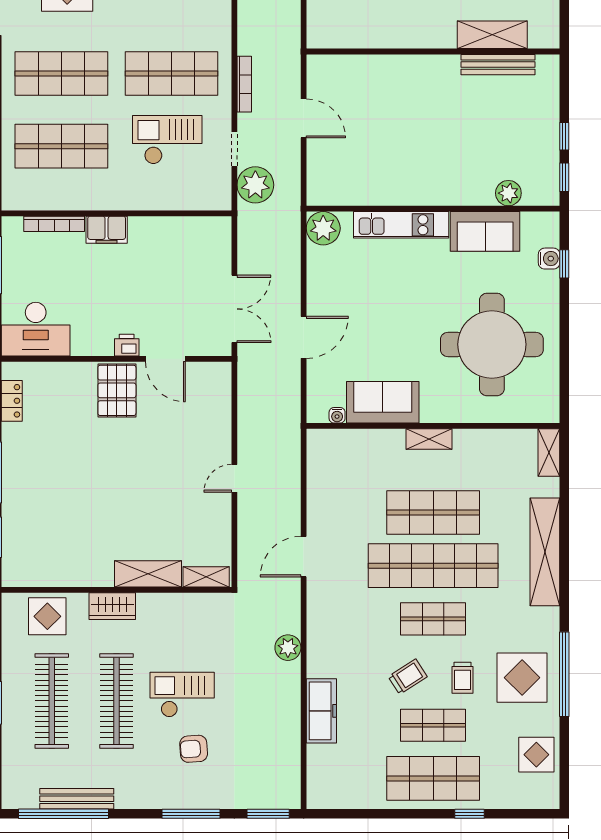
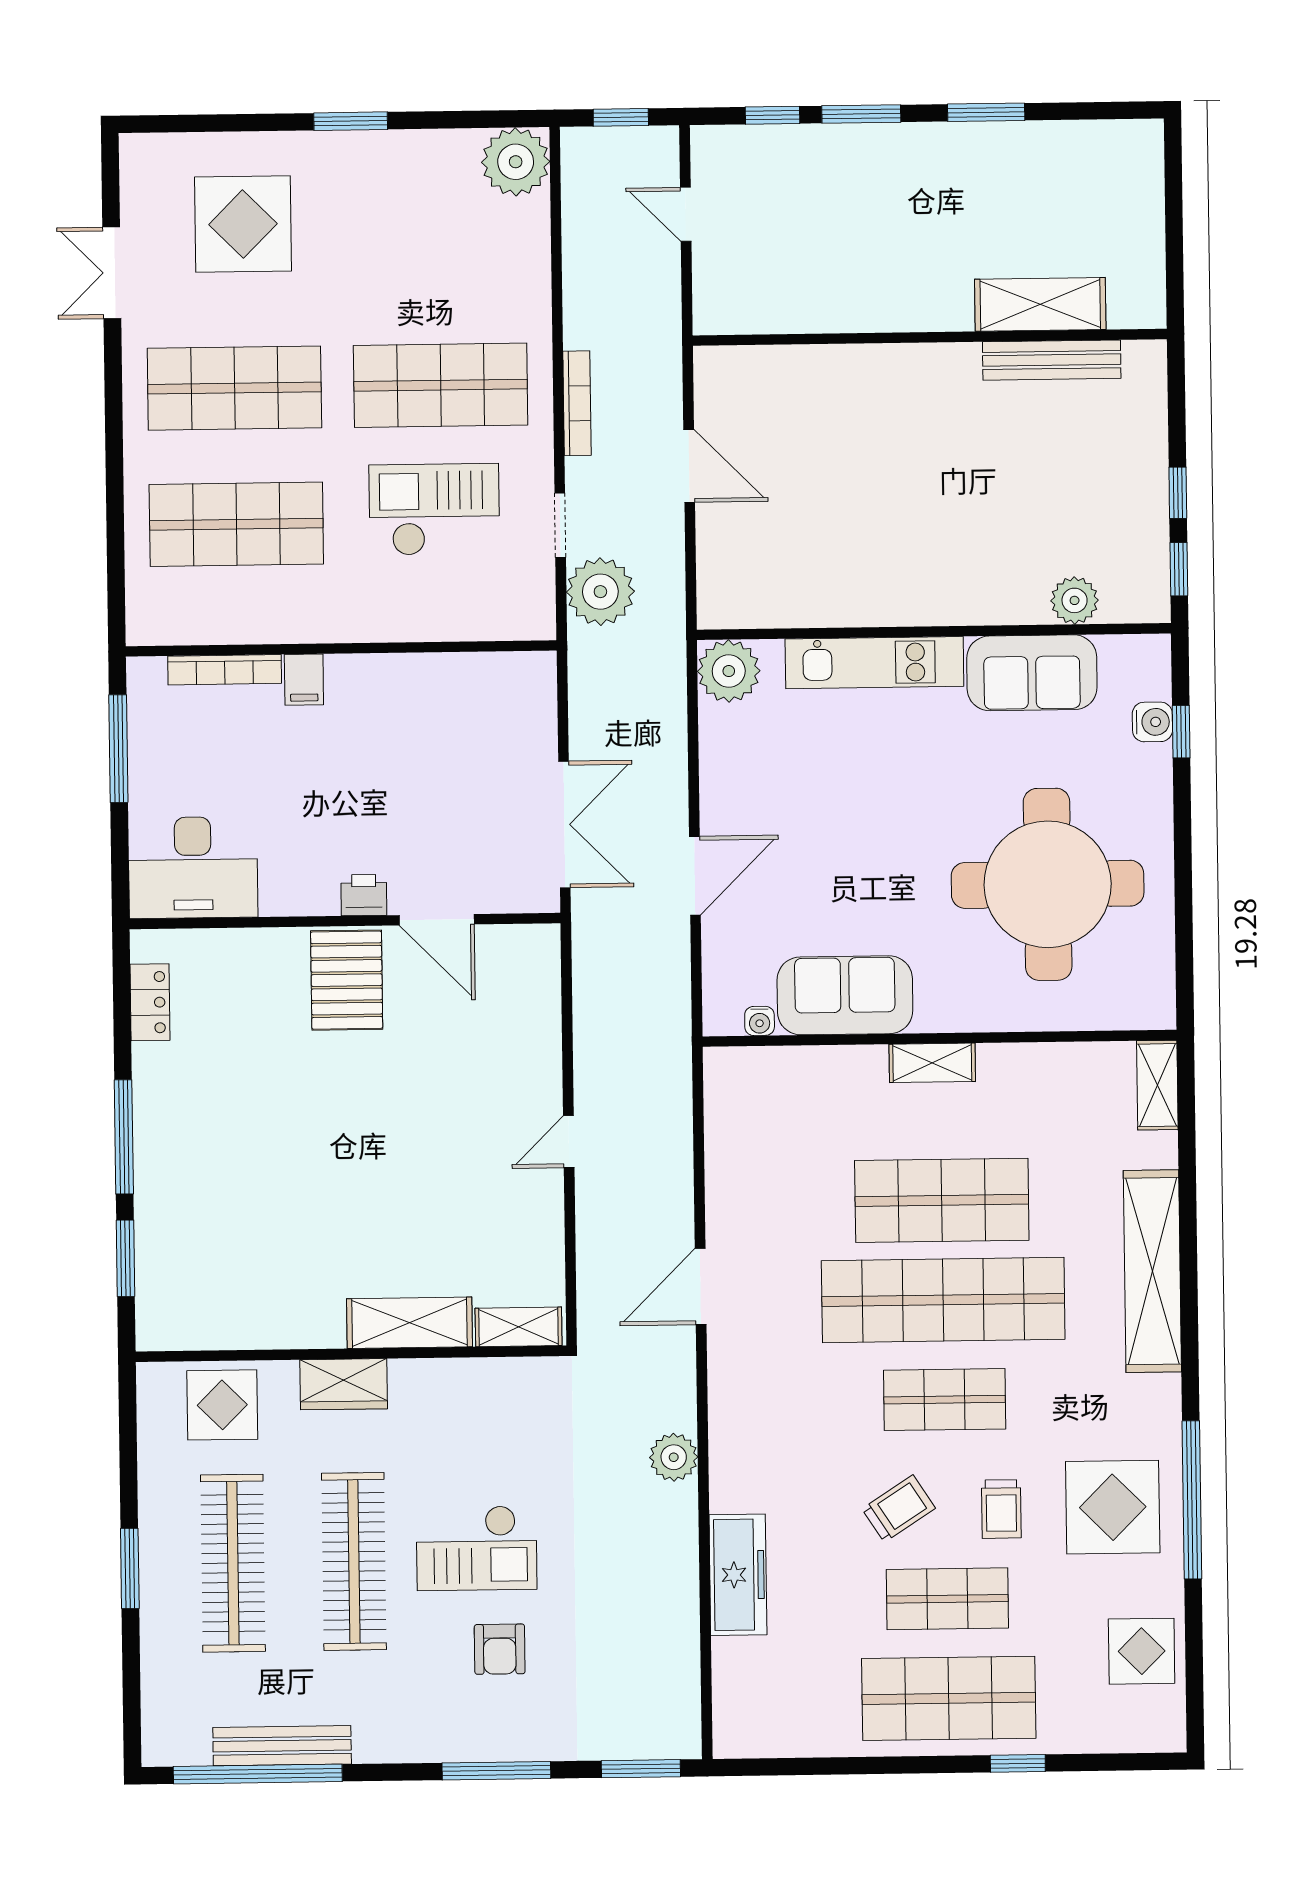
filing cabinet: (107, 230) -> (304, 680), width x0.50
checkout: (182, 695) -> (477, 1548), turned 180
armchair: (194, 749) -> (500, 1649), turned -86

